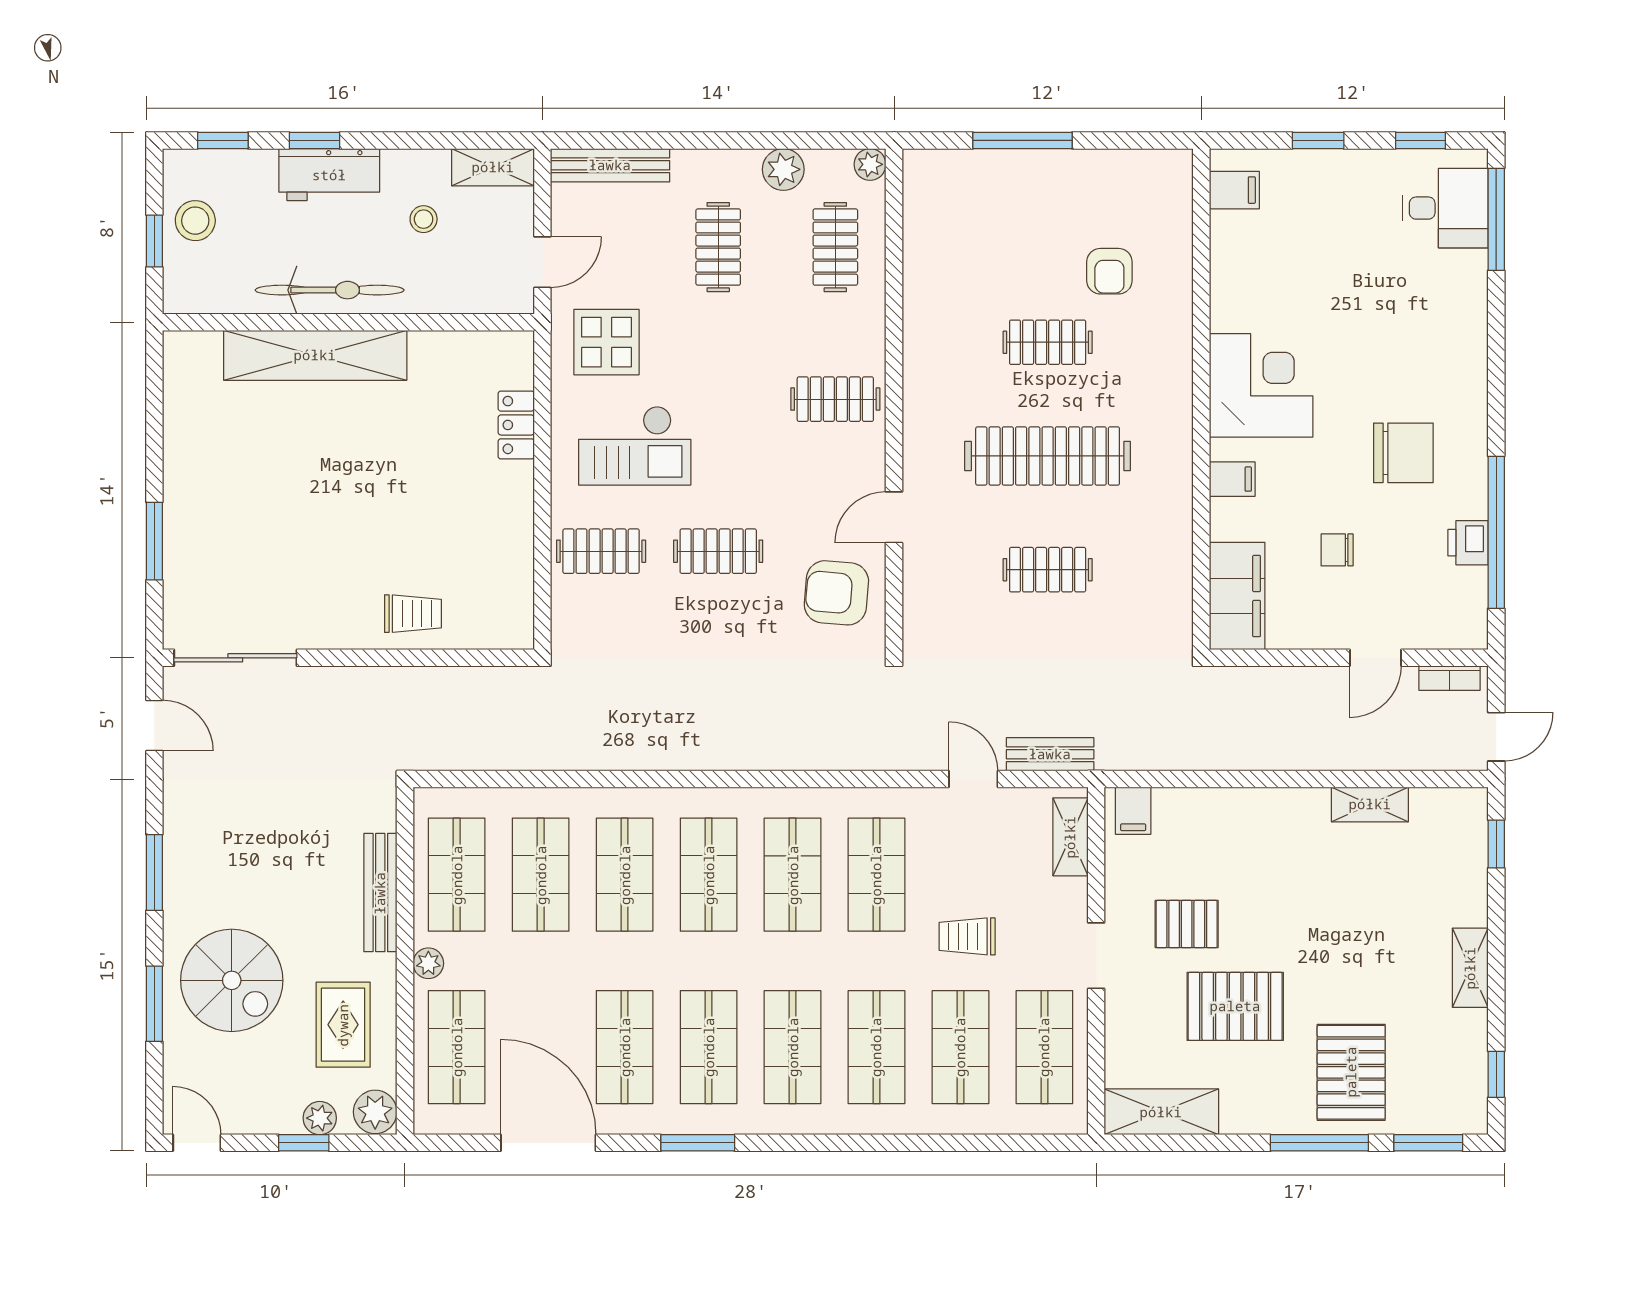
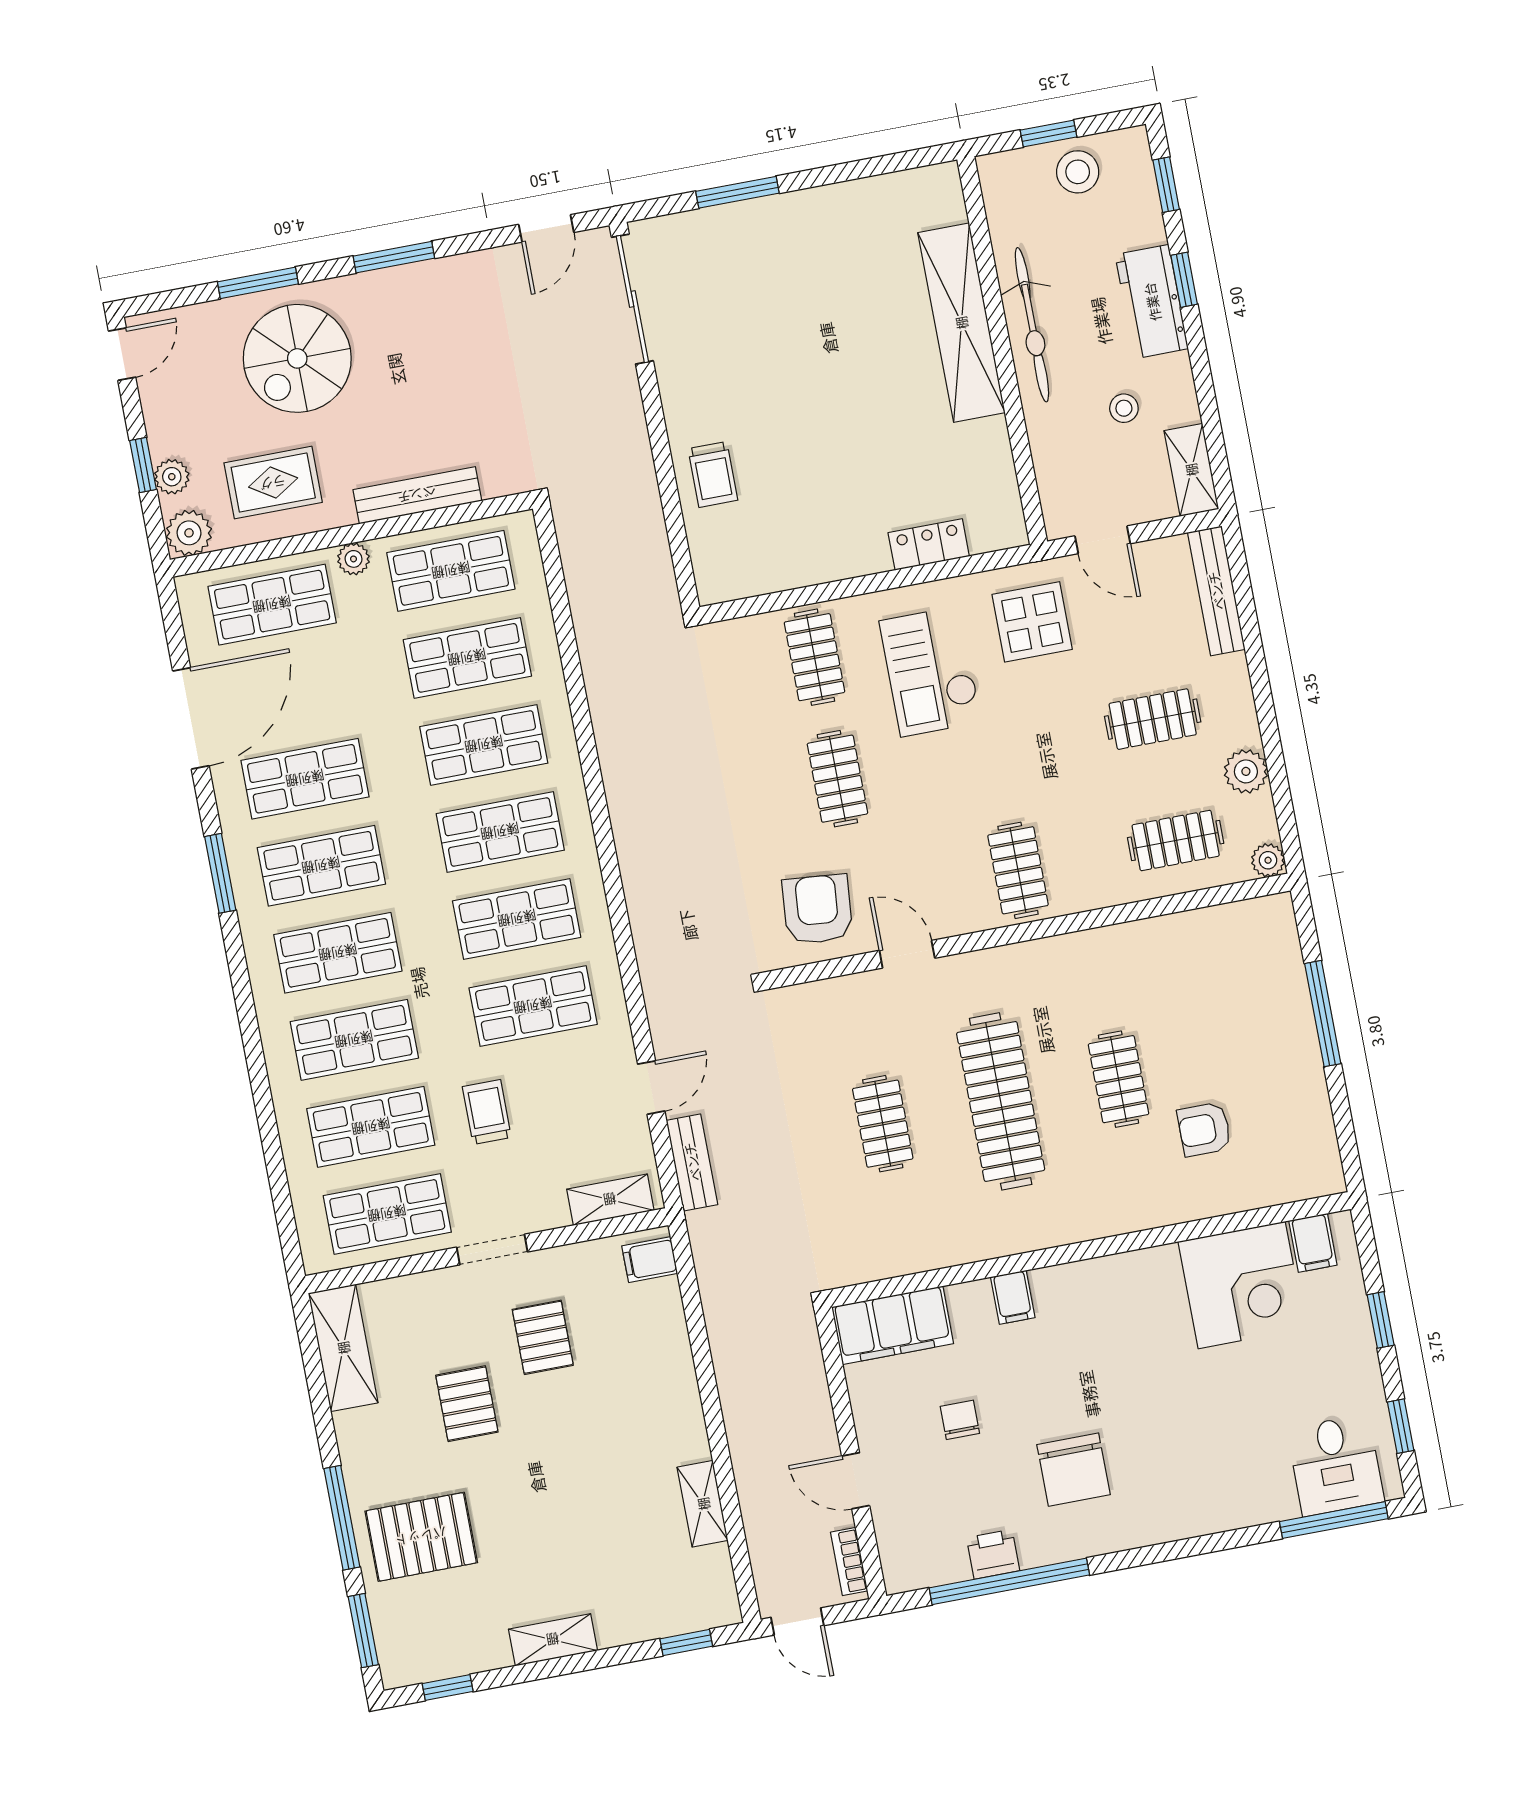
corner desk: (1261, 385) -> (1242, 1285), moved
pallet: (1235, 1006) -> (467, 1404), width x0.67, depth x0.71

